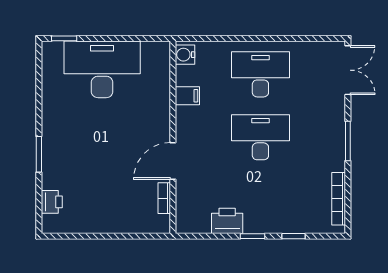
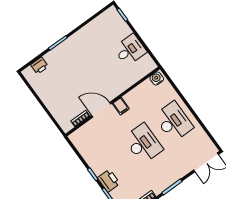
desk: (102, 69) -> (130, 50), width x0.53, depth x0.77
filing cabinet: (187, 96) -> (121, 106), moved
printer: (227, 221) -> (109, 181), moved

